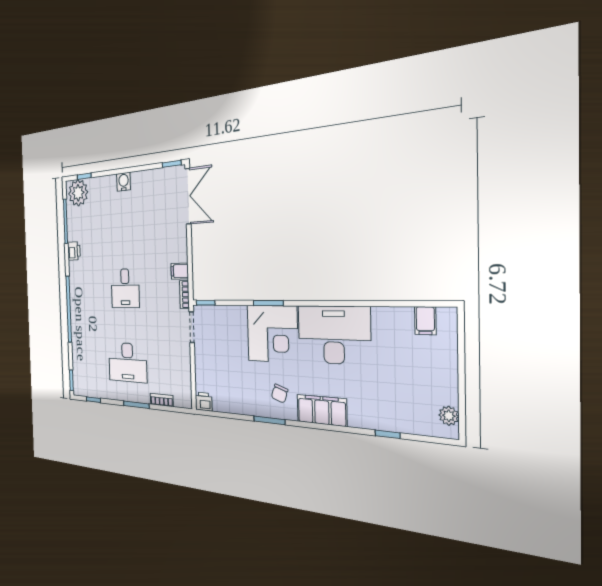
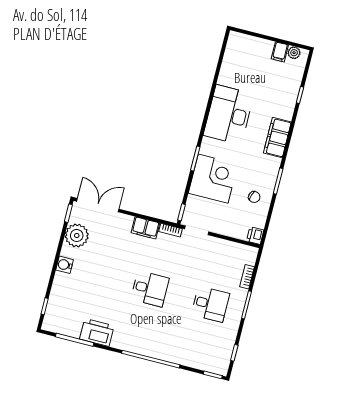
plant: (78, 193) -> (77, 235), moved
printer: (74, 251) -> (97, 332), width x1.87, depth x1.48
filing cabinet: (180, 271) -> (145, 228), width x2.00
filing cabinet: (425, 321) -> (280, 52), moved, turned 90
corner desk: (272, 334) -> (213, 179), moved
desk: (128, 362) -> (210, 304), width x0.73
chair: (280, 393) -> (254, 197), moved

